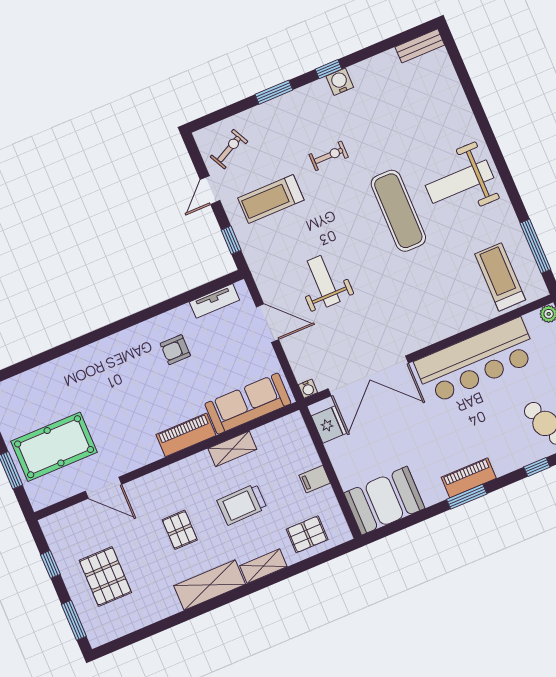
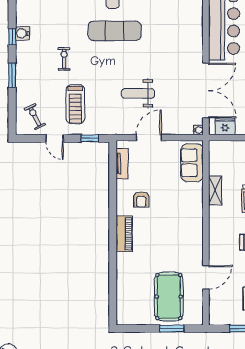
sofa: (248, 404) -> (192, 163), width x0.73
piano: (186, 435) -> (124, 234), moved, turned 180

